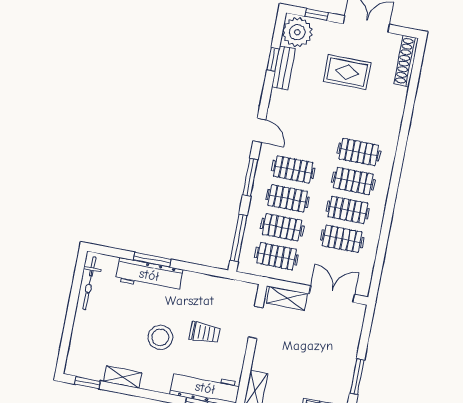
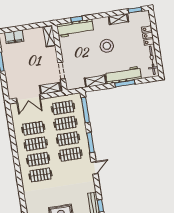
door: (259, 130) -> (94, 168), swing flipped
shelving: (202, 282) -> (96, 81), added
locker: (81, 329) -> (148, 36), added
trolley: (205, 333) -> (85, 56), removed

